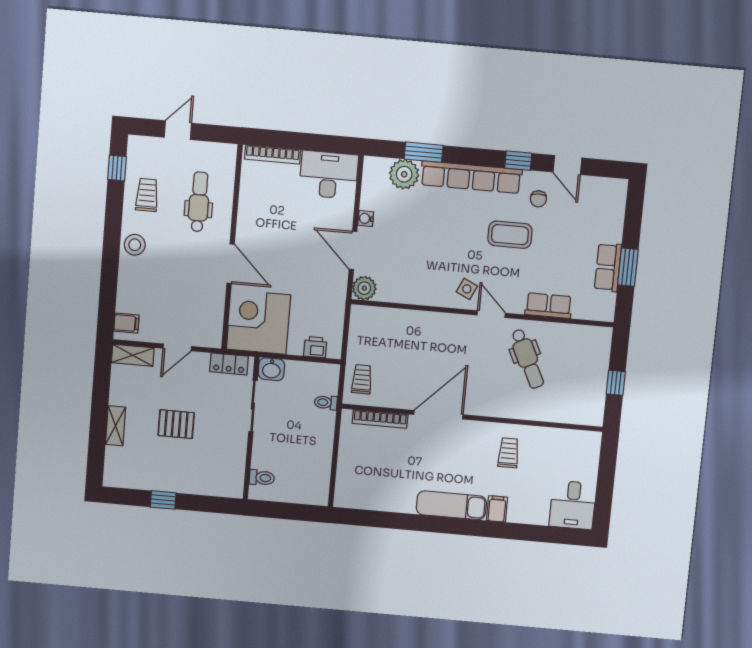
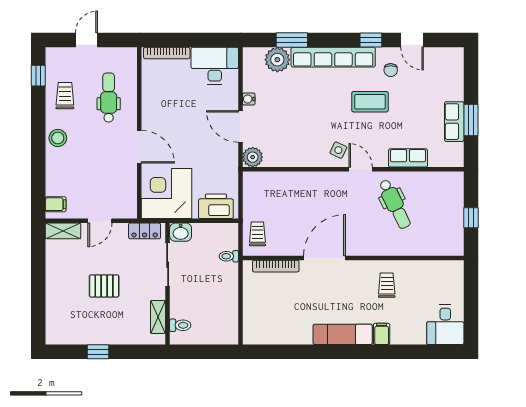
printer: (315, 347) -> (216, 206), width x1.87, depth x1.48
shelving: (115, 426) -> (158, 317), moved

